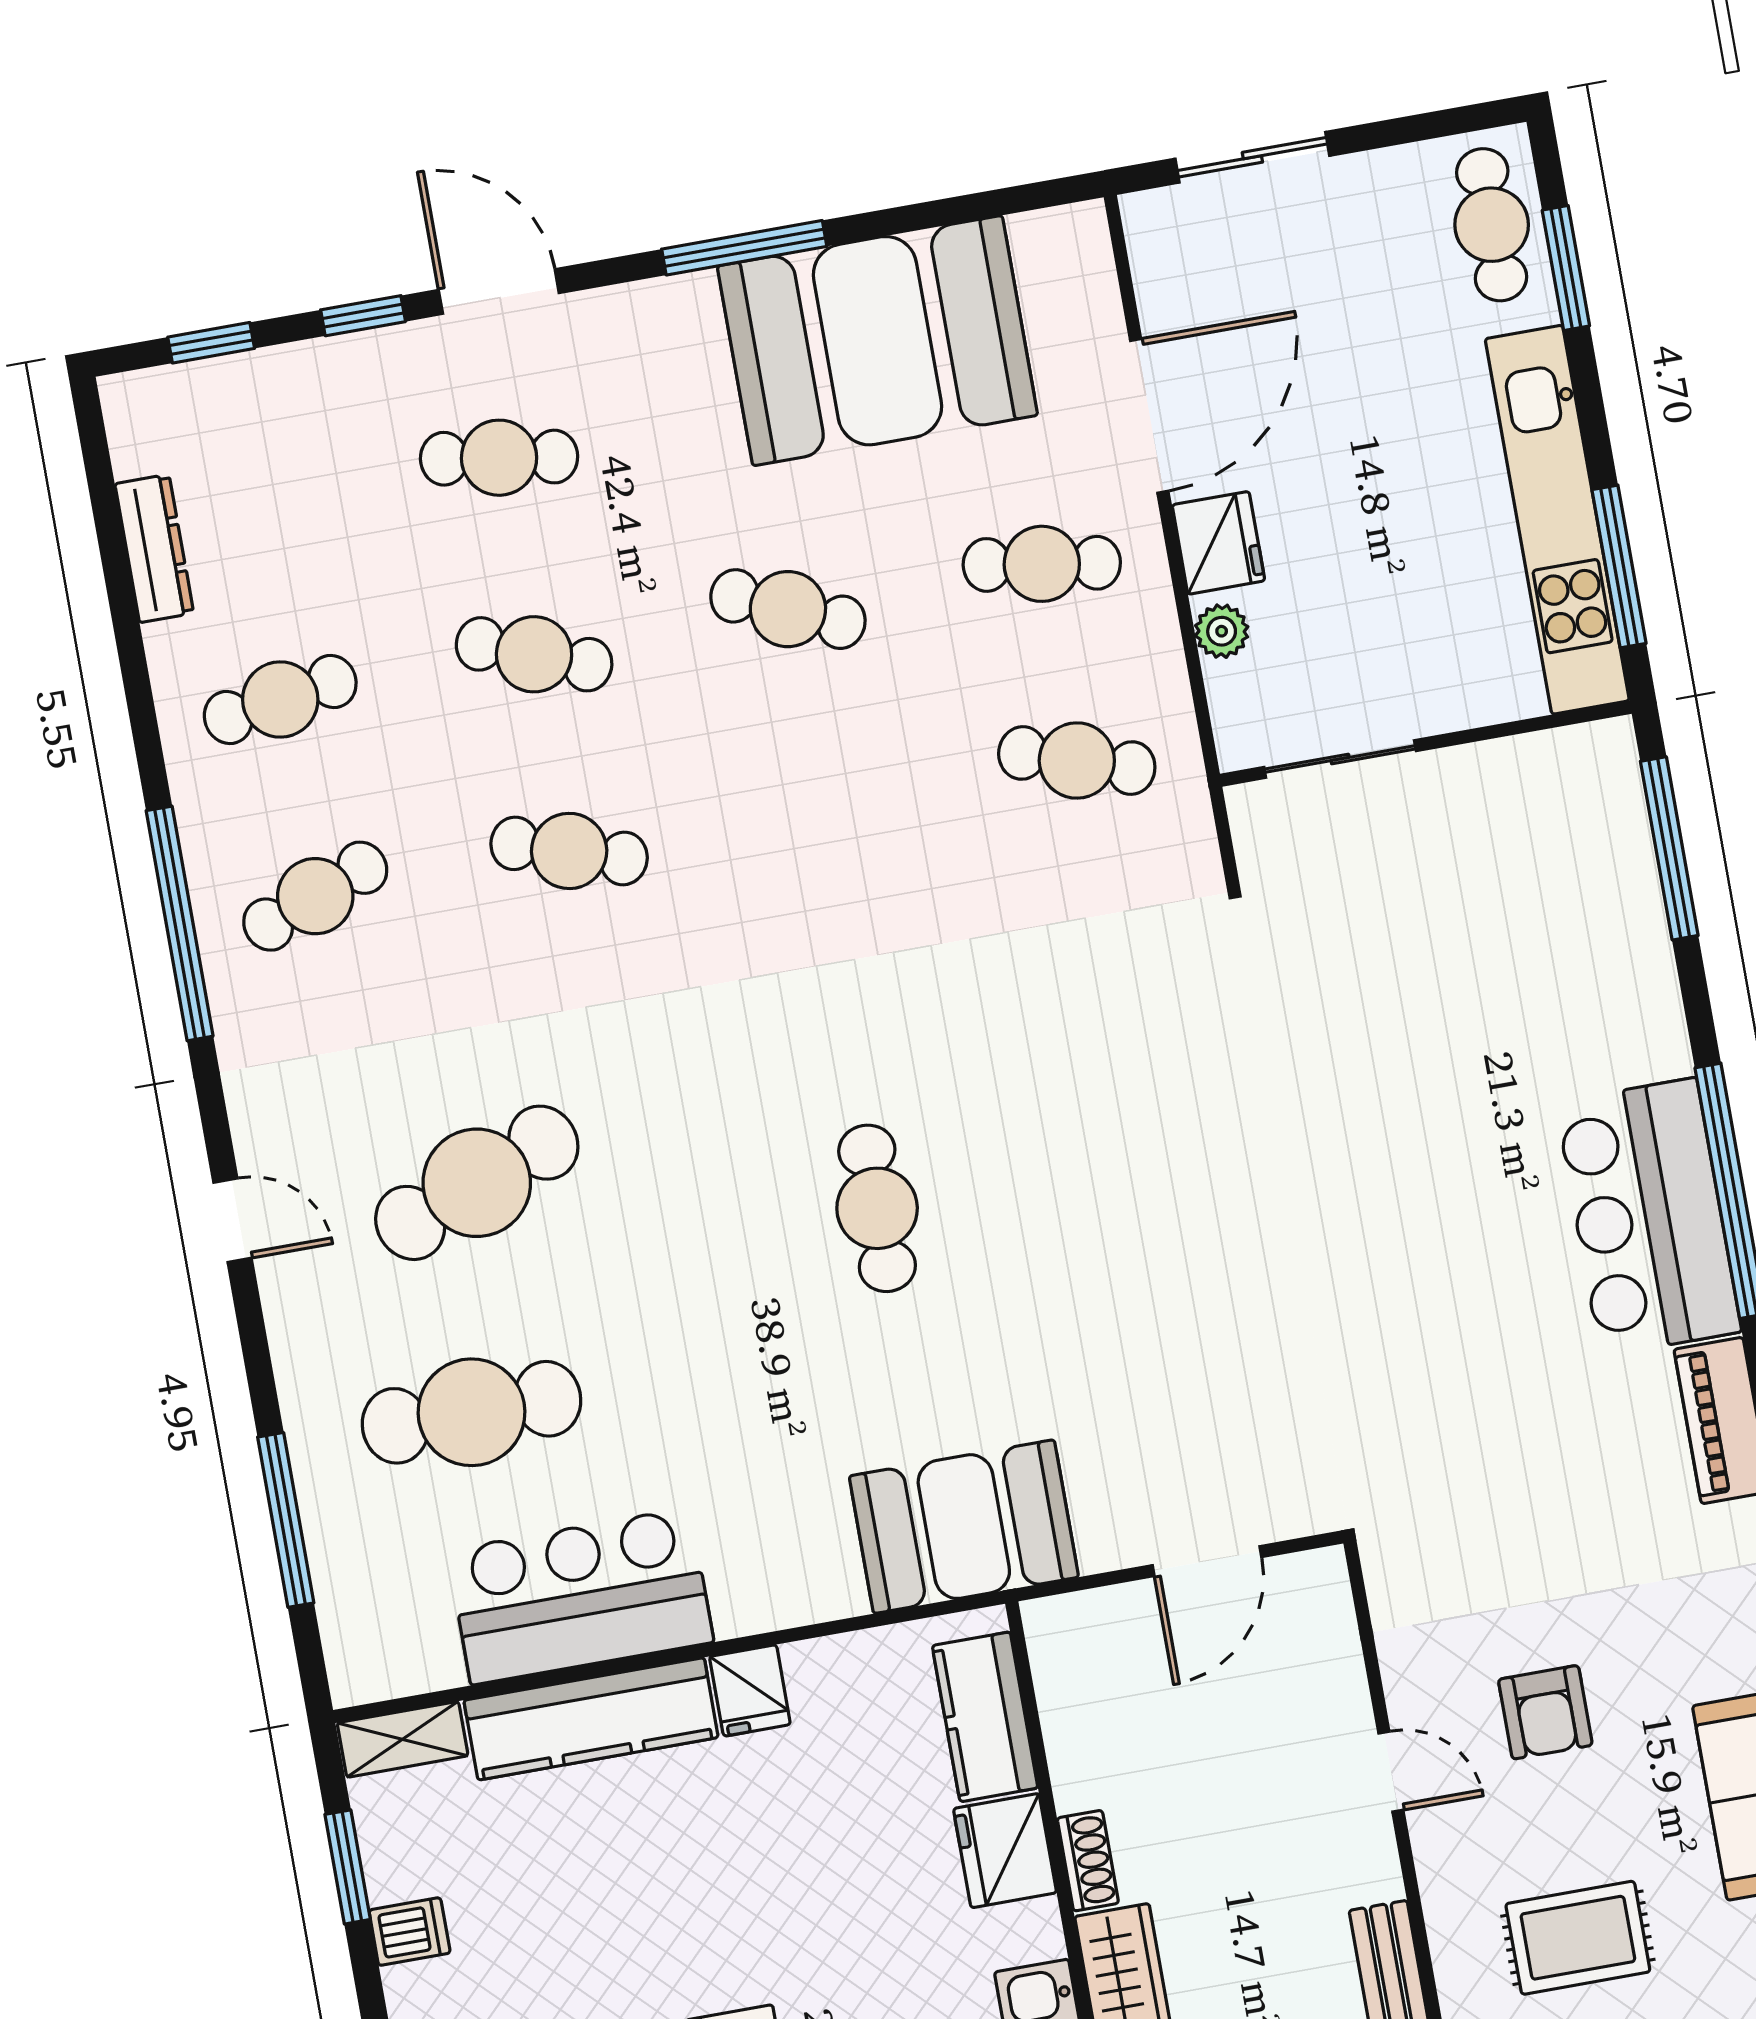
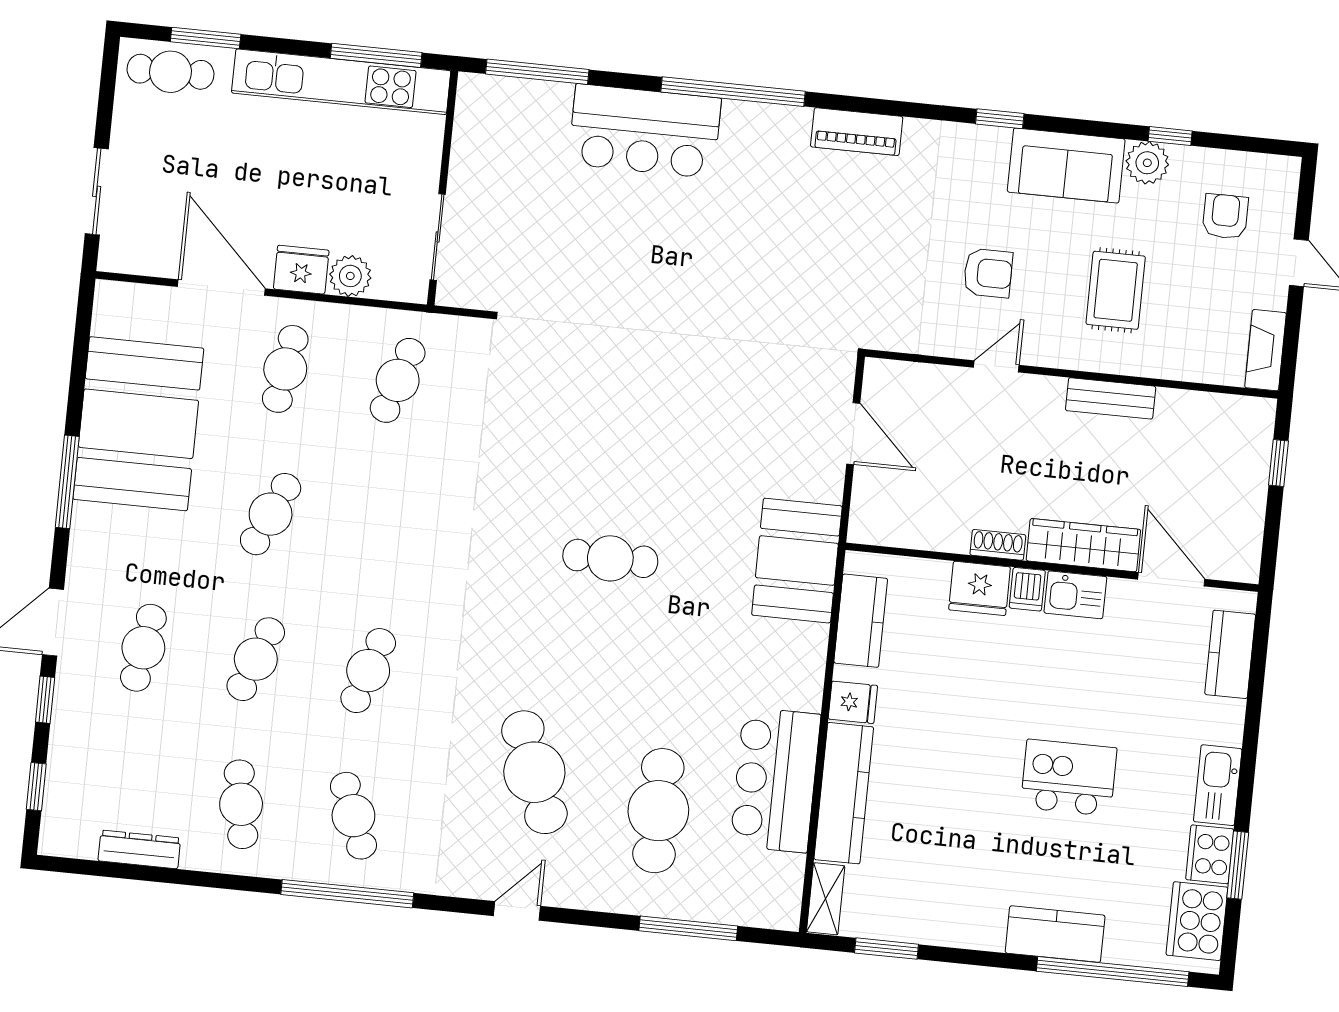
plant: (1222, 631) -> (350, 276), width x1.38, depth x1.38
bar counter: (1648, 1217) -> (645, 131), moved
kitchen counter: (985, 1717) -> (861, 621), moved, turned -90
dishwasher: (410, 1932) -> (1027, 589), moved, turned 180

